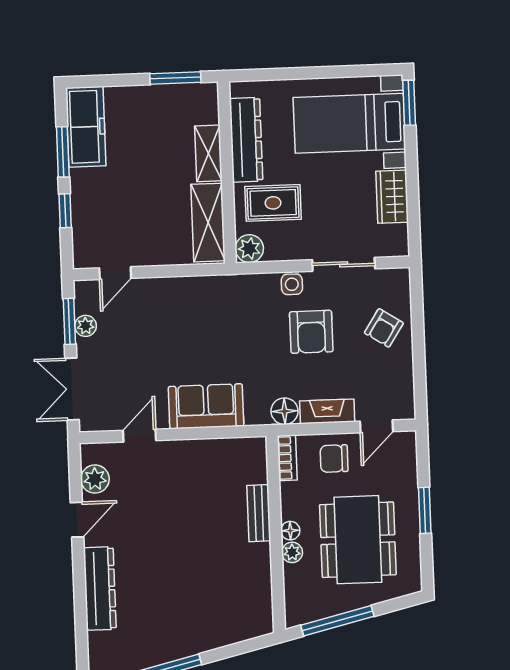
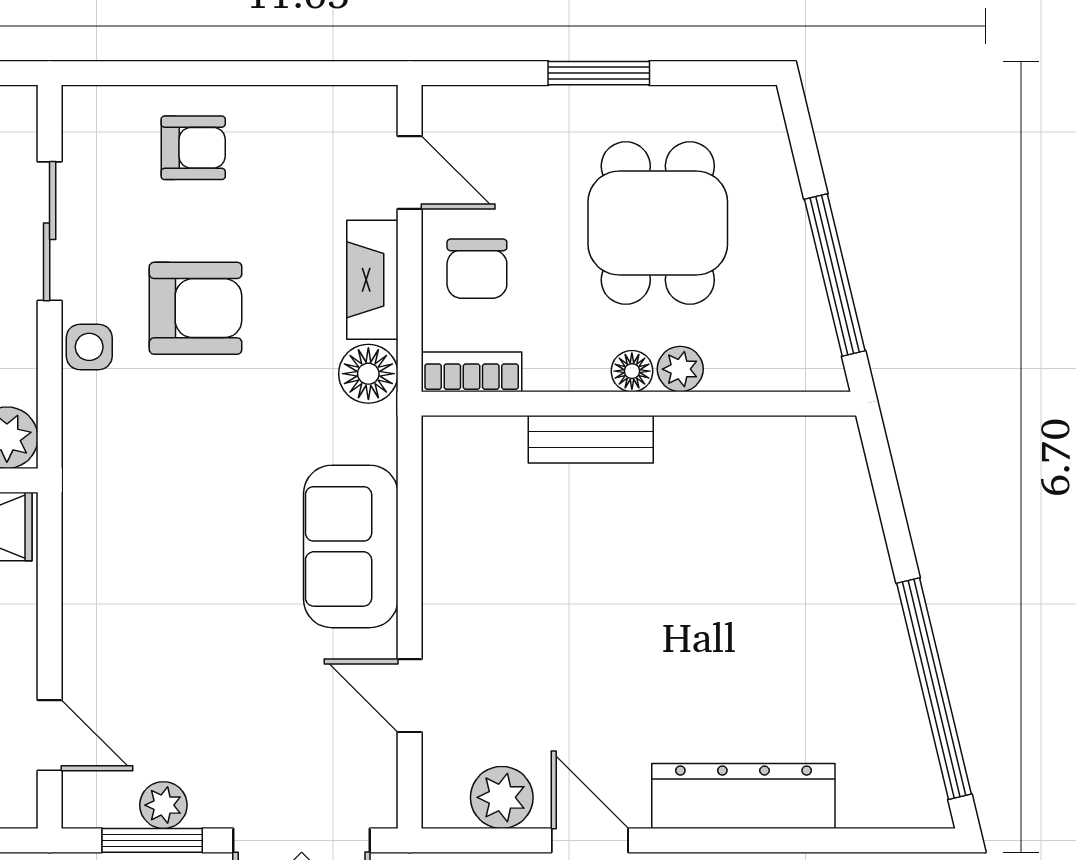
armchair: (384, 328) -> (193, 148), turned -33
dining table: (358, 540) -> (658, 223), width x0.73

